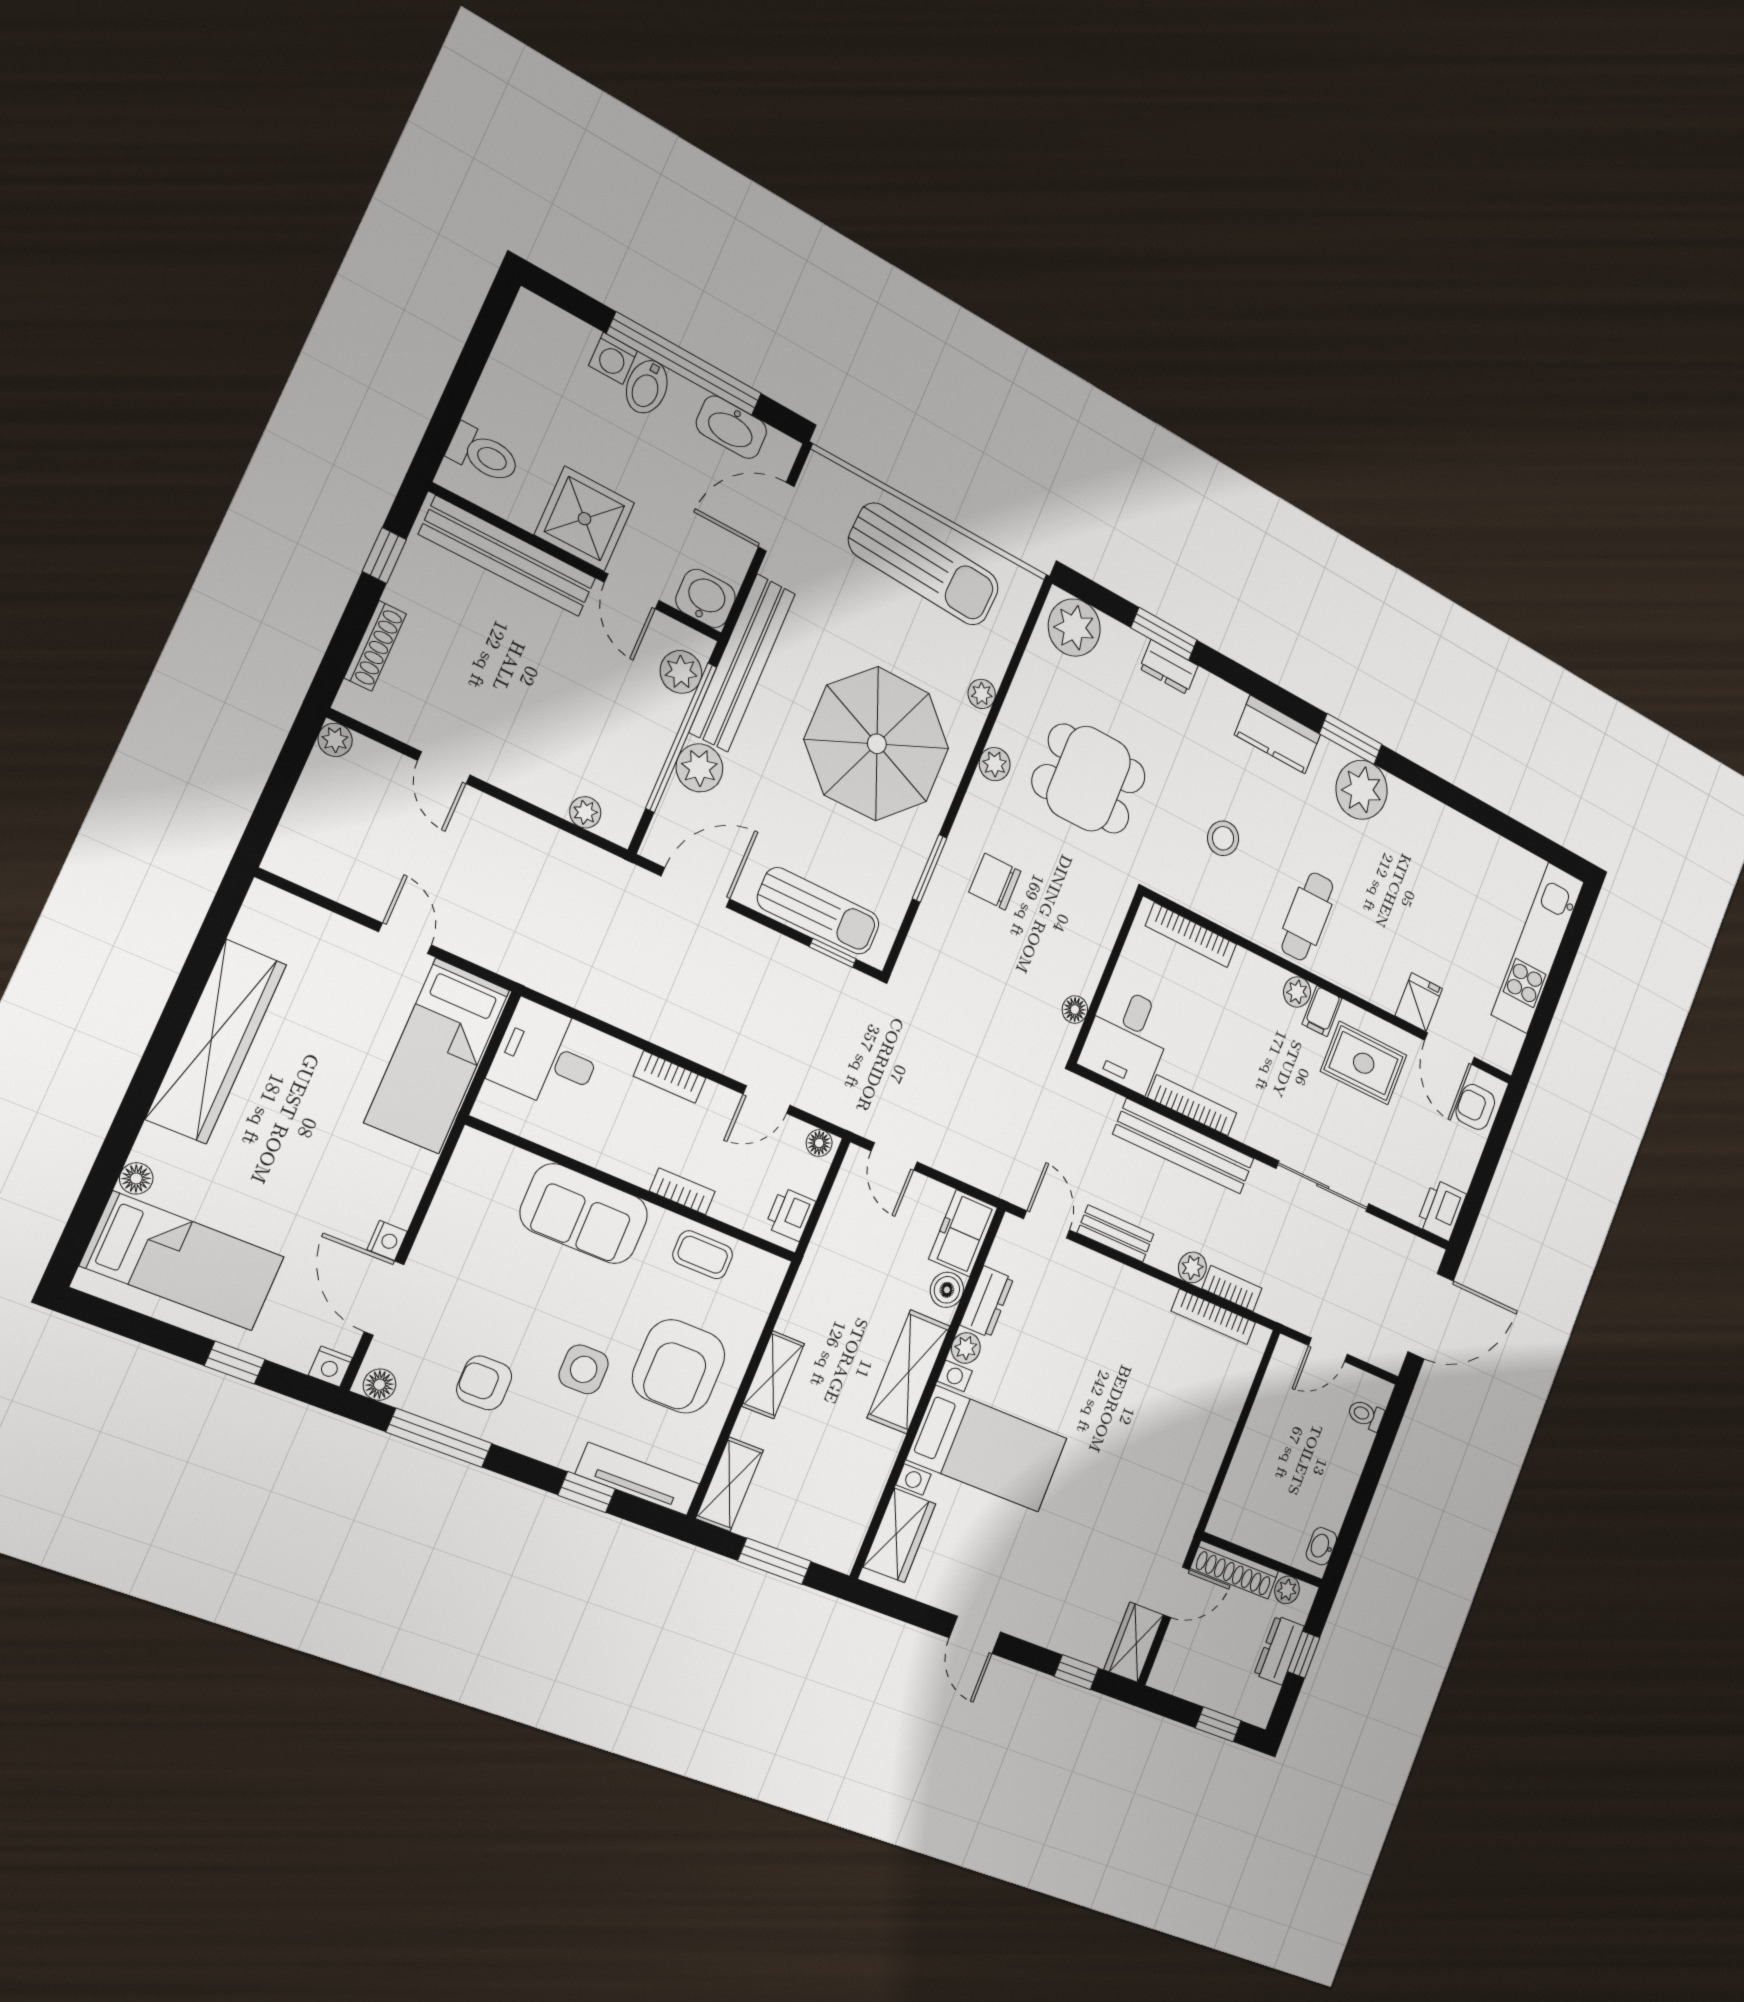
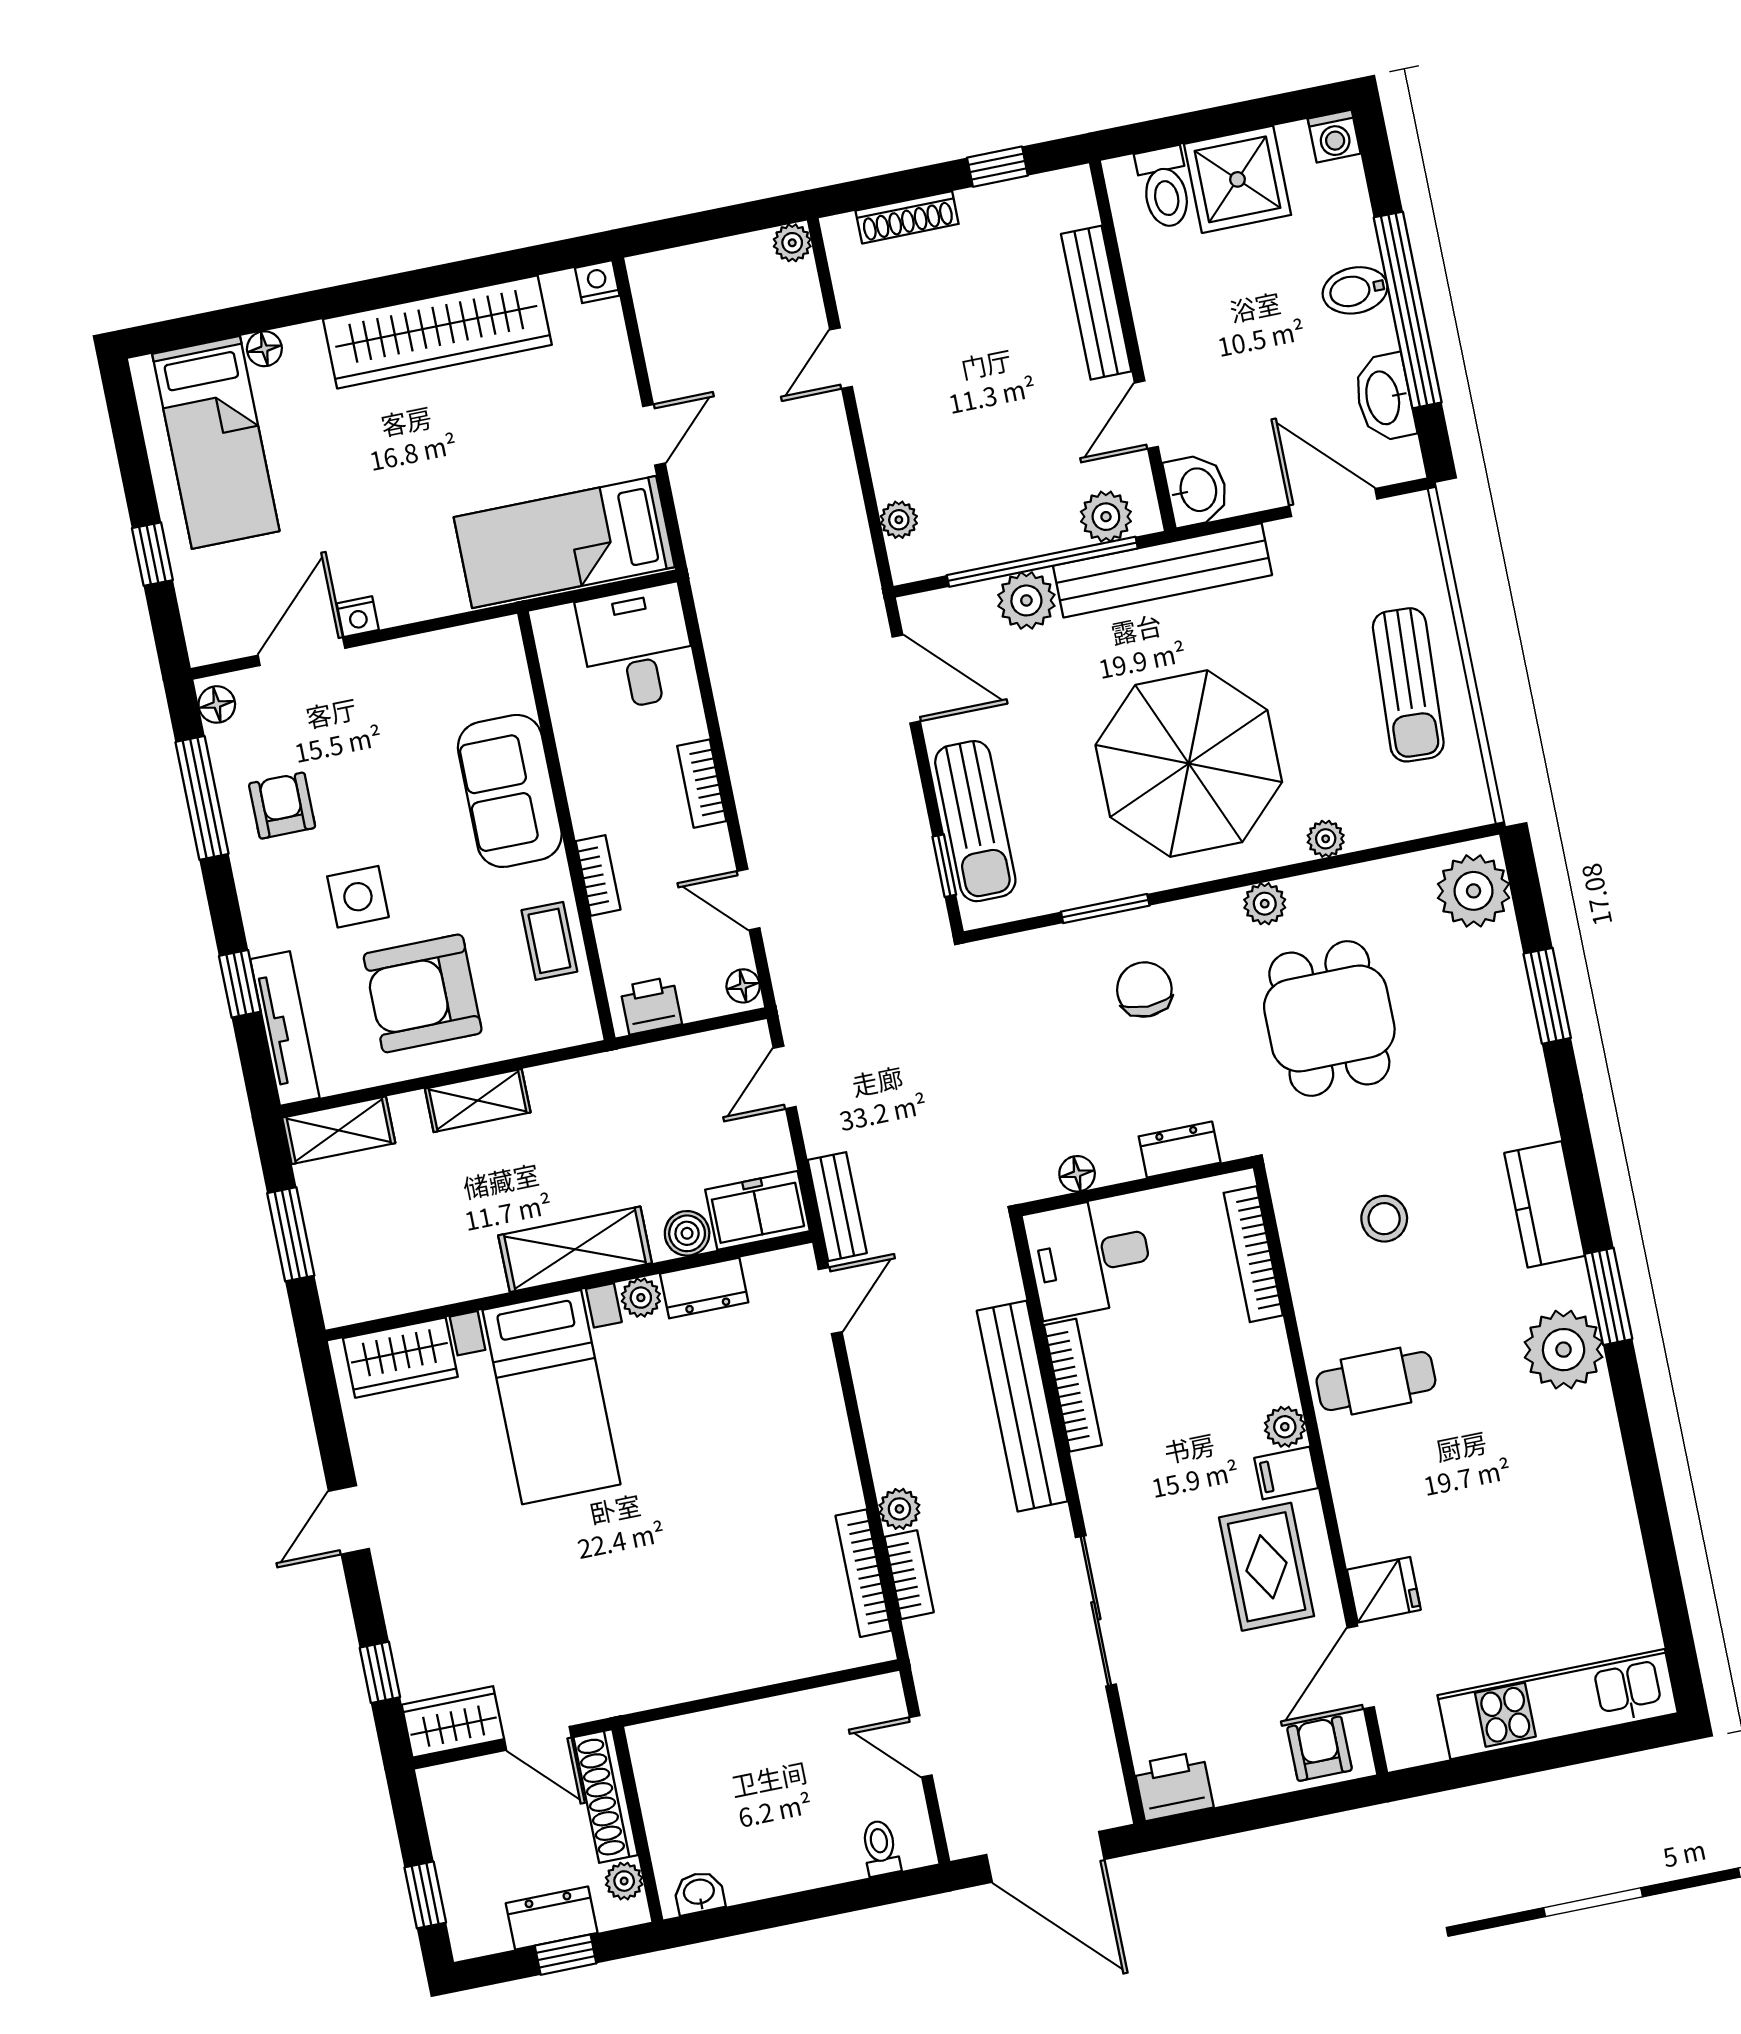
washing machine: (613, 358) -> (1334, 136), moved, turned -90
shower: (584, 519) -> (1237, 179), moved
bench: (508, 556) -> (1096, 303), width x0.73, depth x0.82
sun lounger: (924, 564) -> (1408, 685), width x0.73, depth x0.75
dresser: (1169, 667) -> (1180, 1150), moved, turned 90
bench: (1116, 1234) -> (837, 1207), moved
nightstand: (330, 1366) -> (597, 282), moved, turned 90

